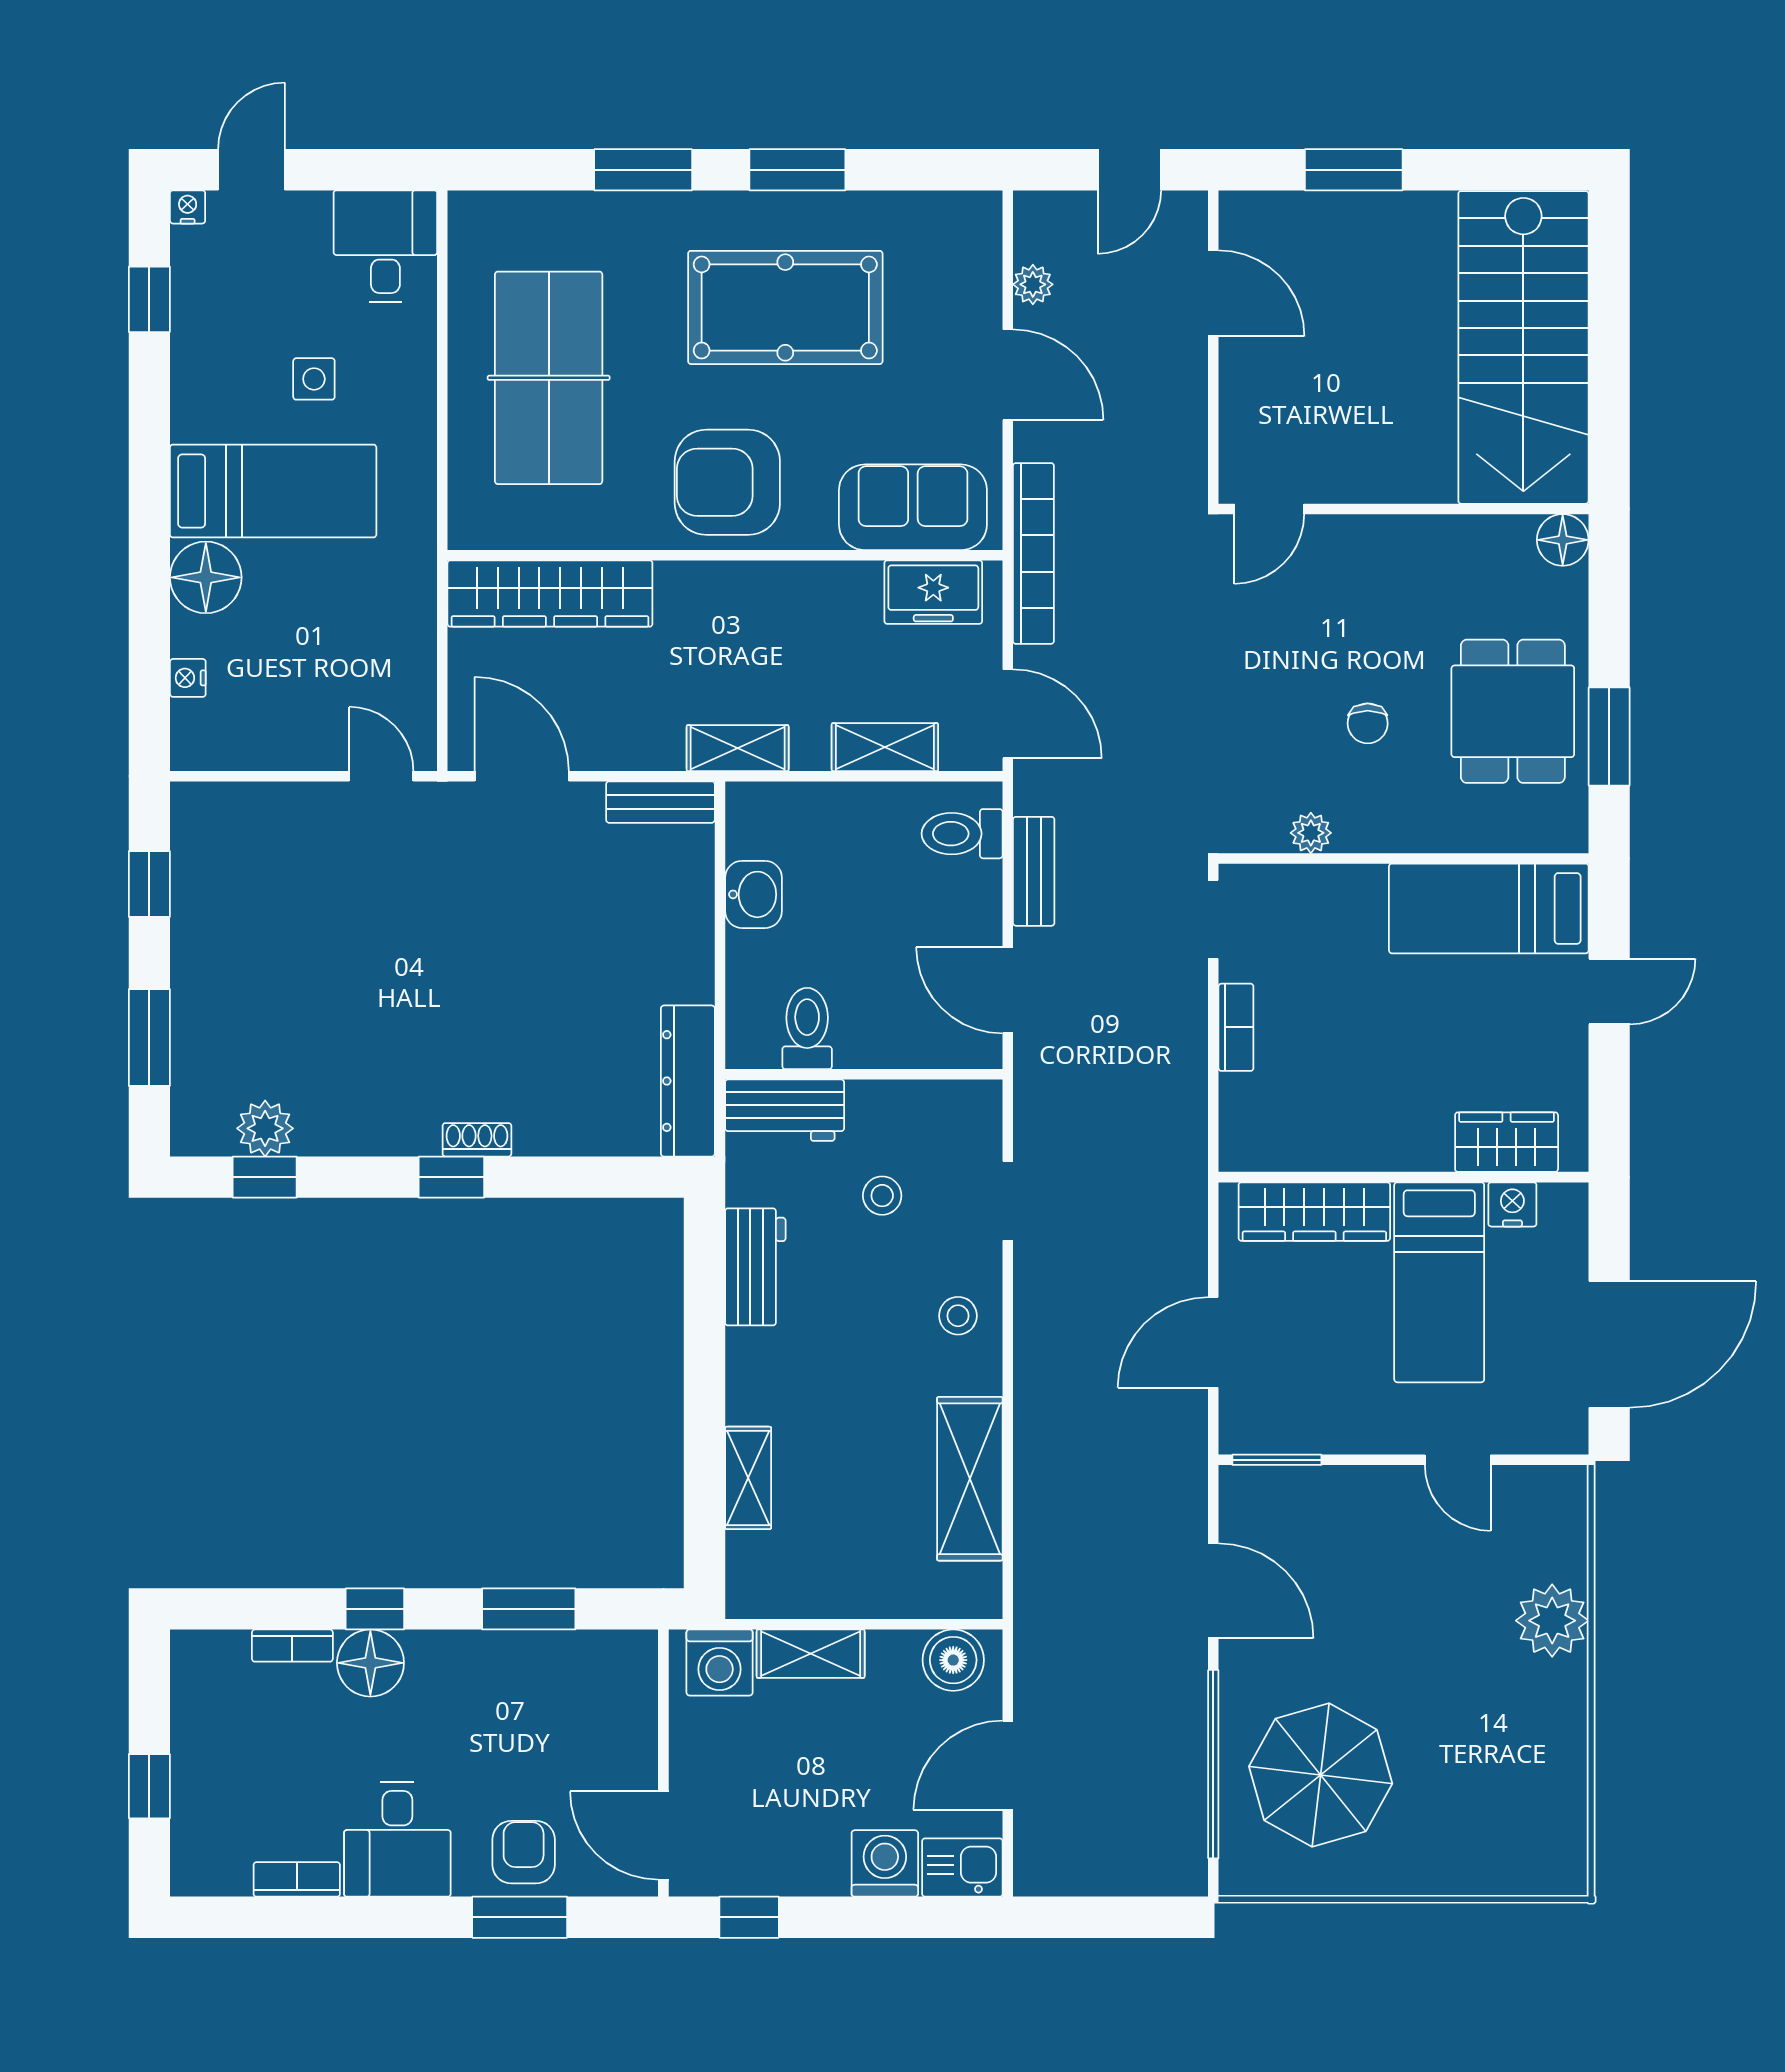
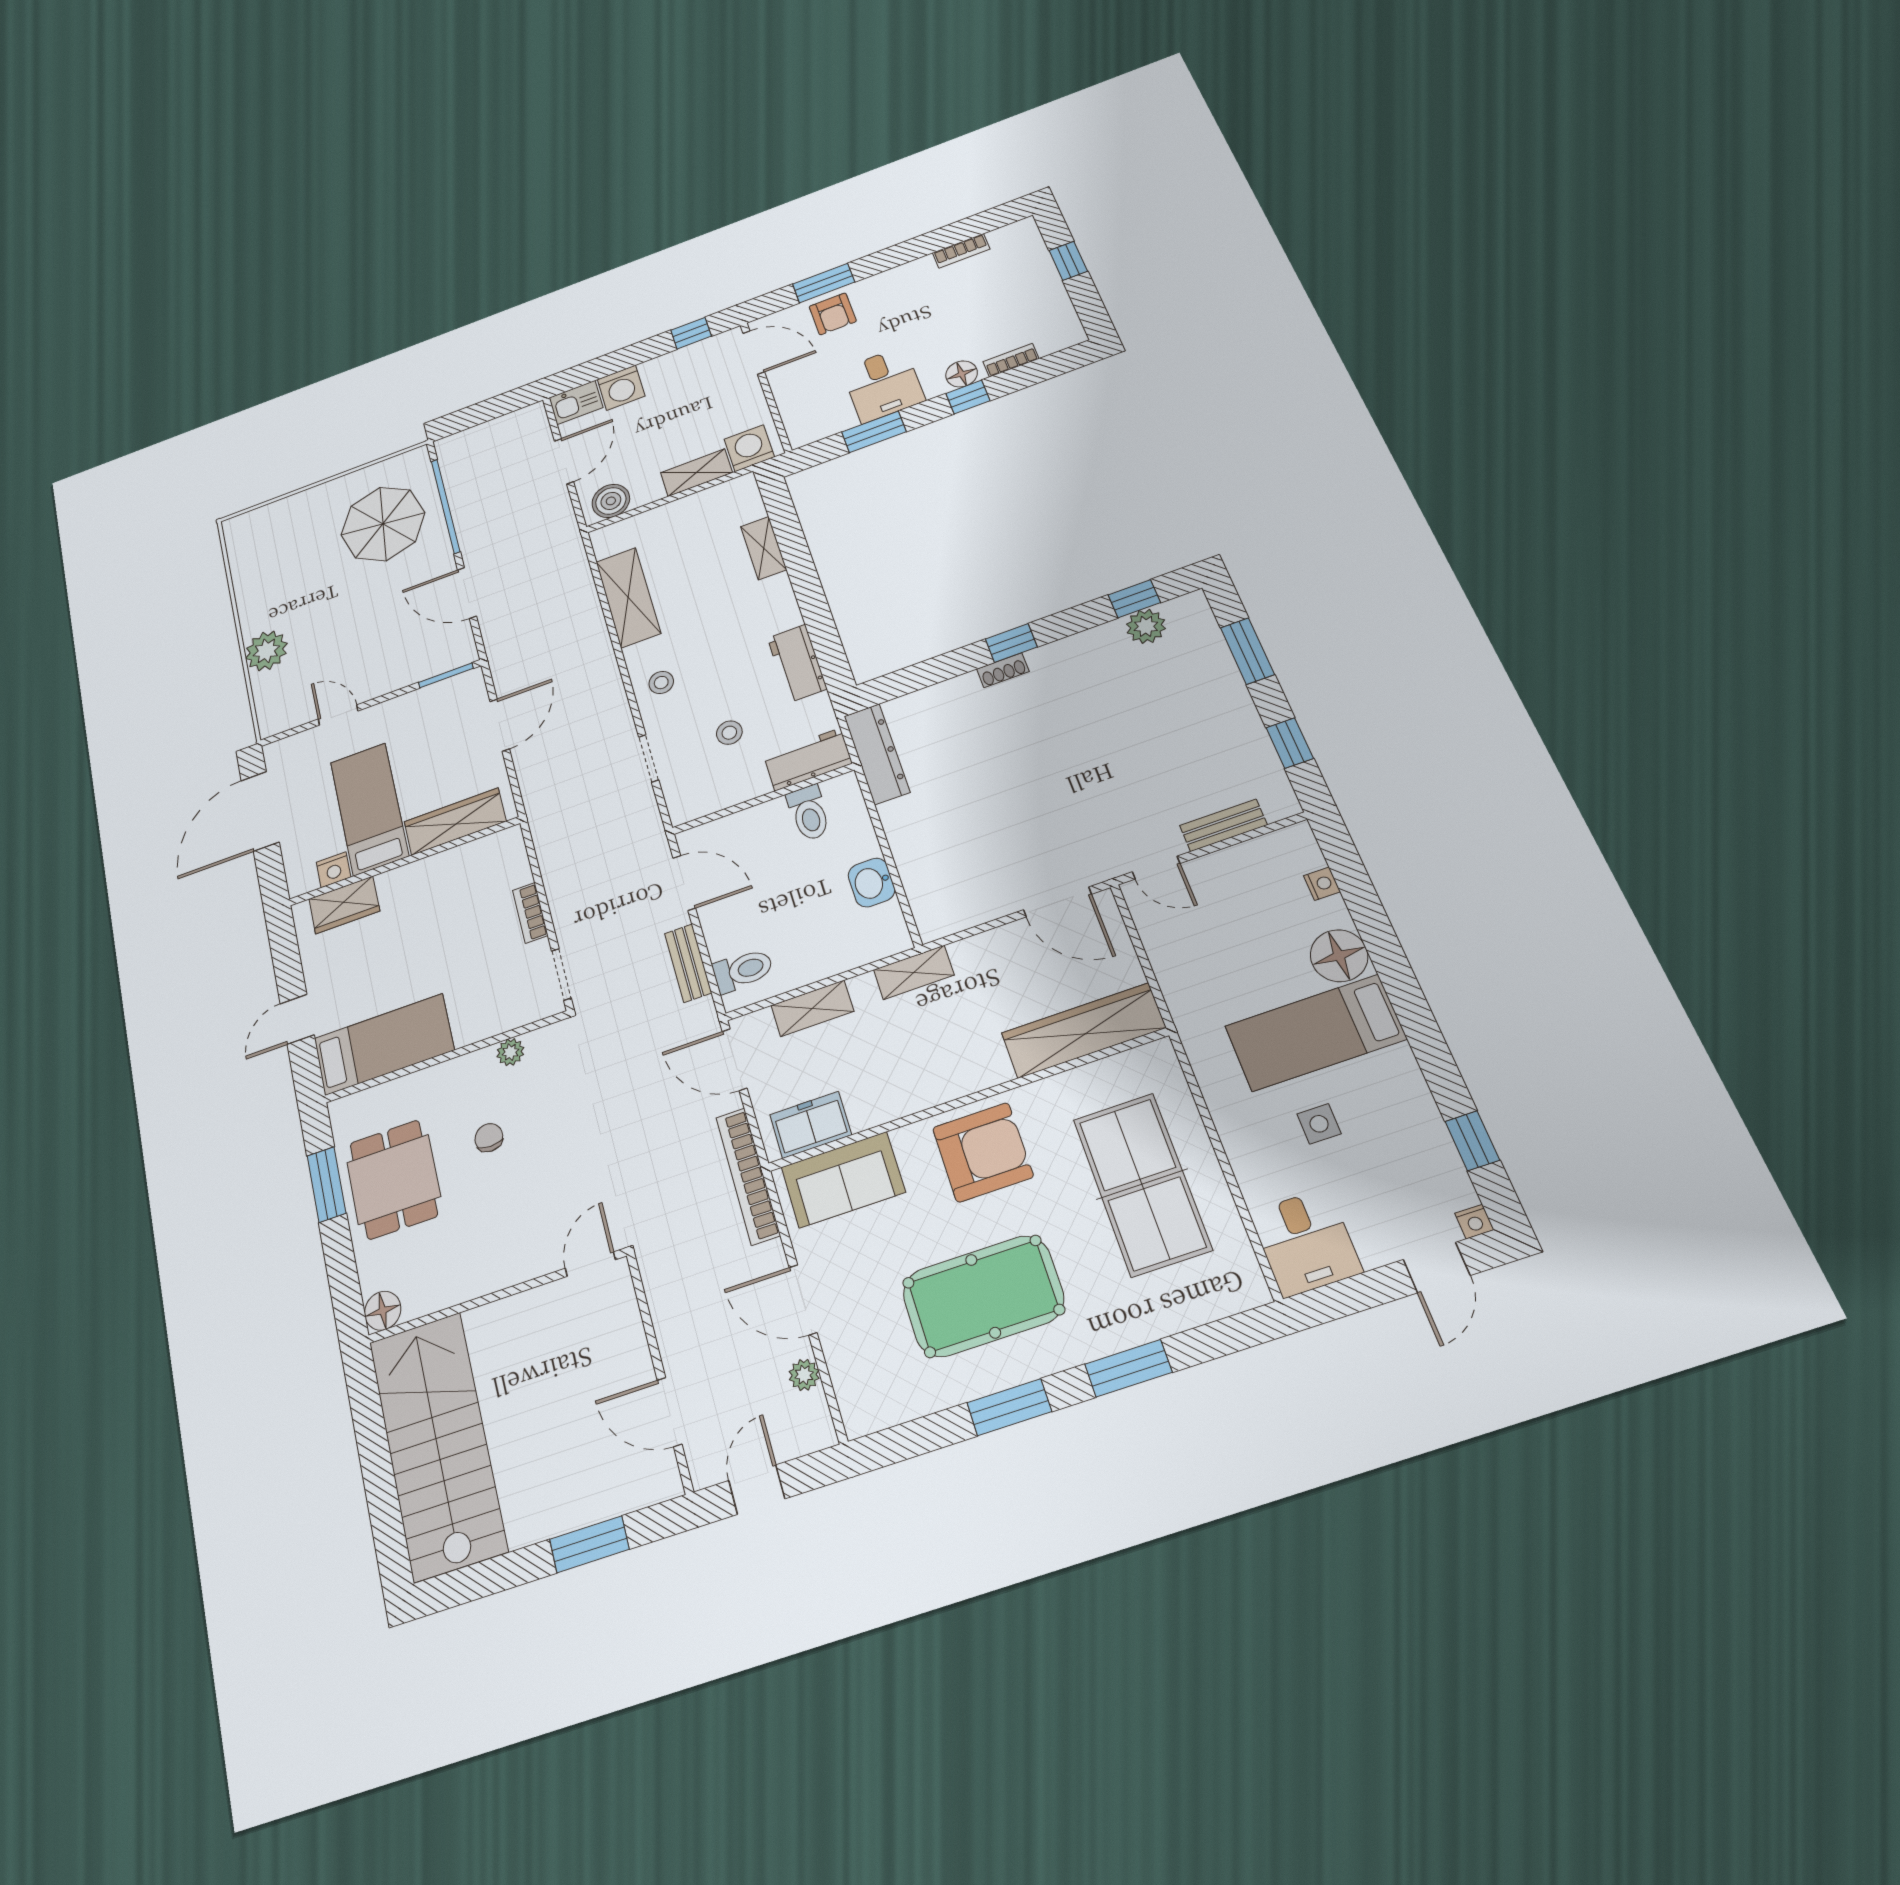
bench: (660, 802) -> (1223, 825), moved
floor lamp: (370, 1663) -> (962, 374), width x0.73, depth x0.73
desk: (397, 1839) -> (883, 385), moved, turned 180

